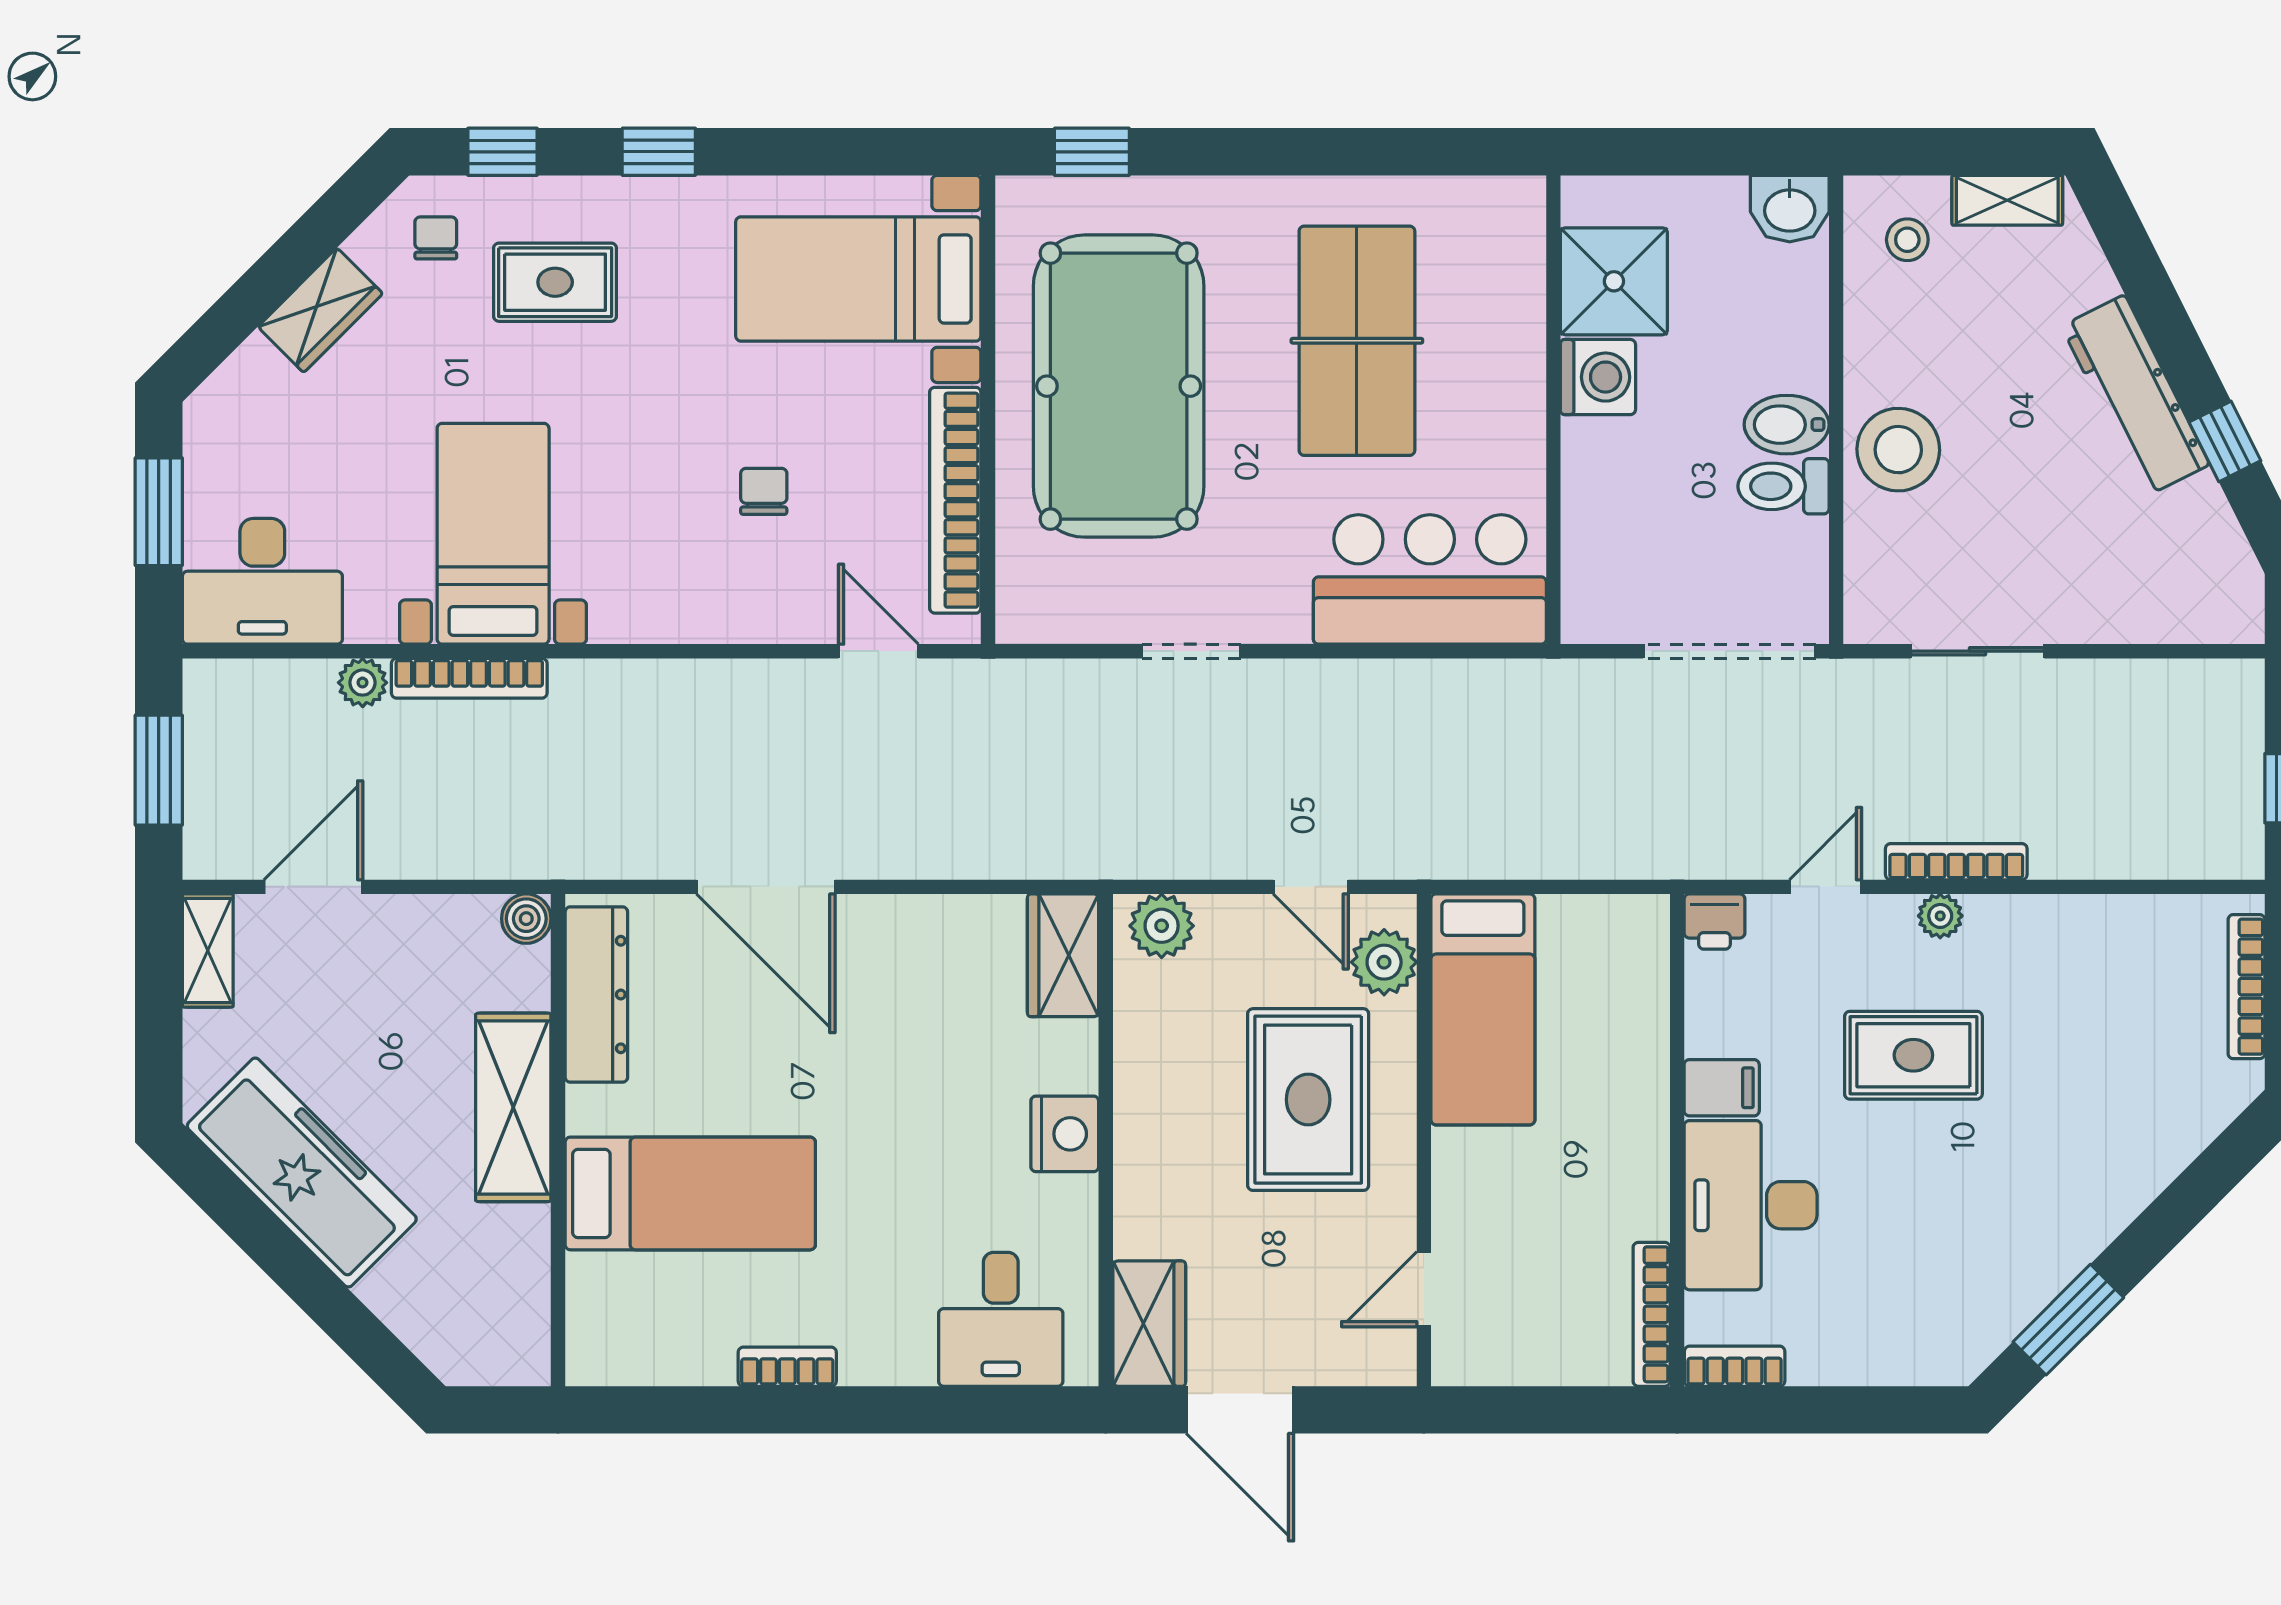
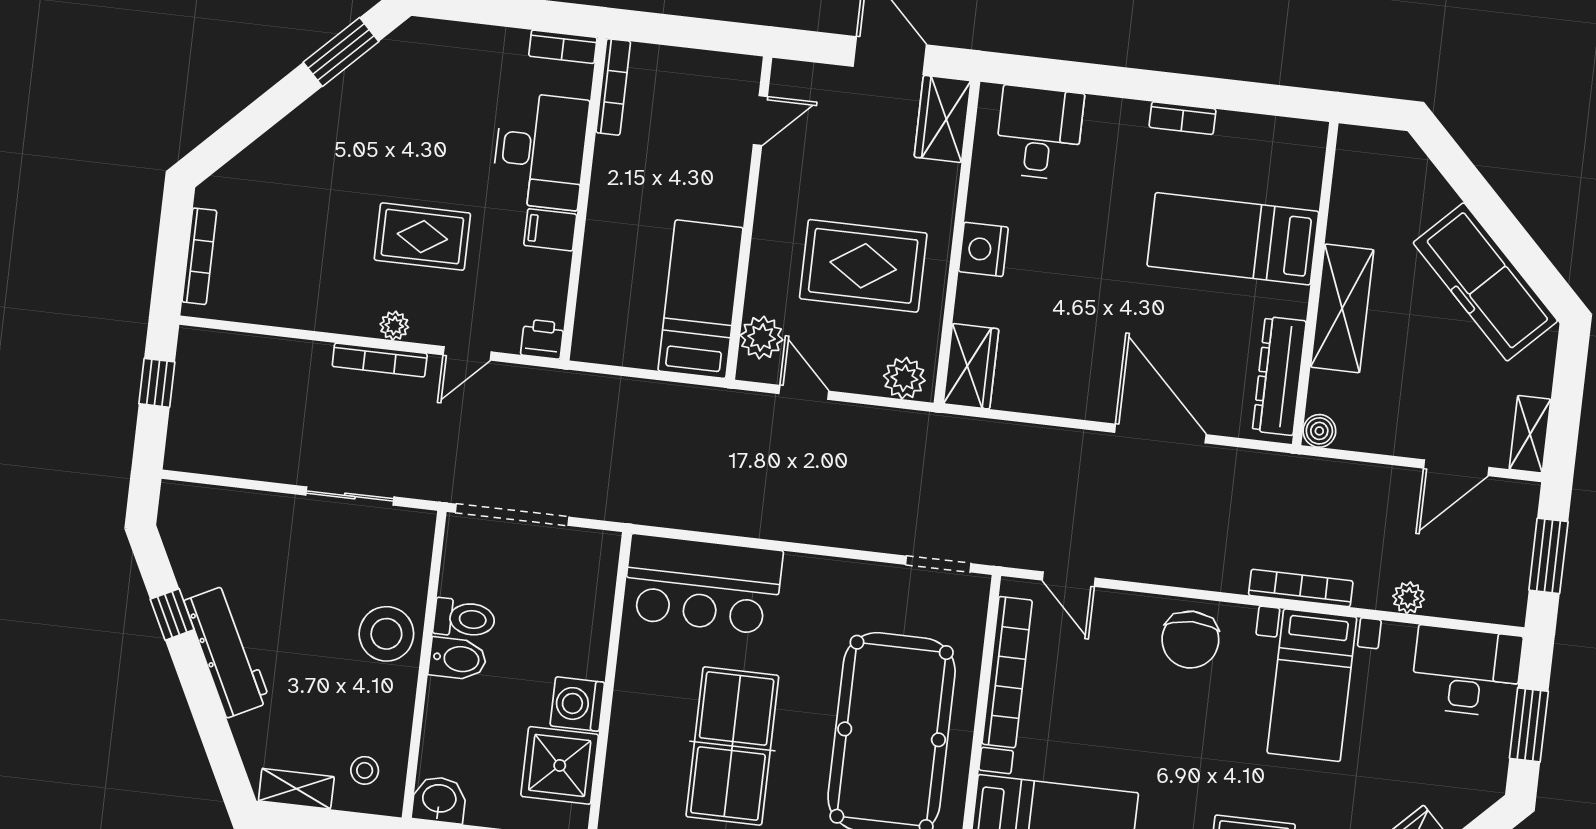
chair: (764, 491) -> (1190, 640), moved, width x1.87, depth x1.87
doorway: (1191, 651) -> (938, 564), moved
bookcase: (469, 678) -> (1301, 588), moved
rug: (1308, 1100) -> (863, 266), moved, turned 90

